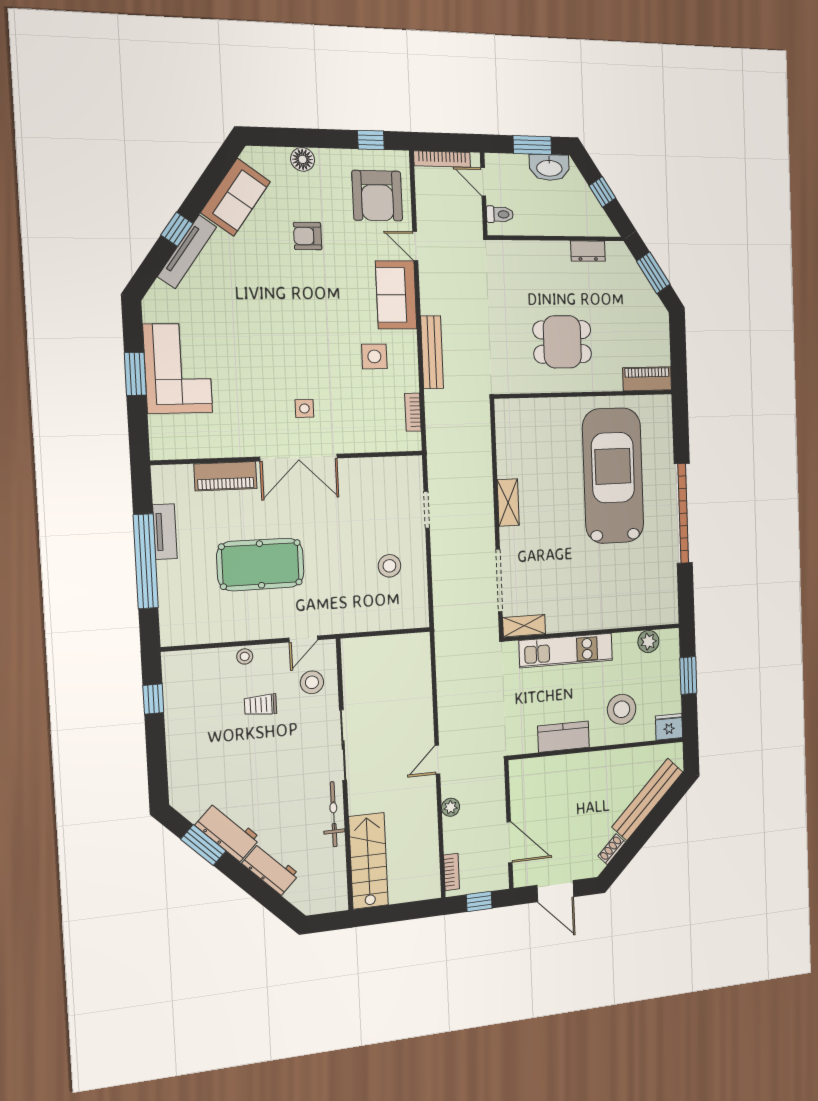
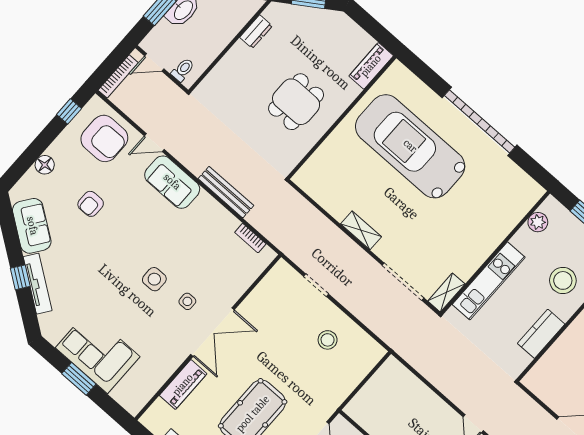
side table: (374, 356) -> (154, 279), moved

